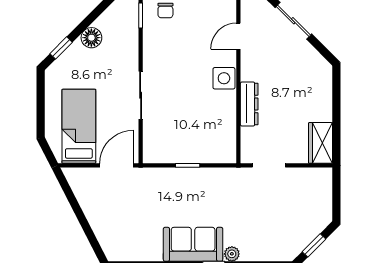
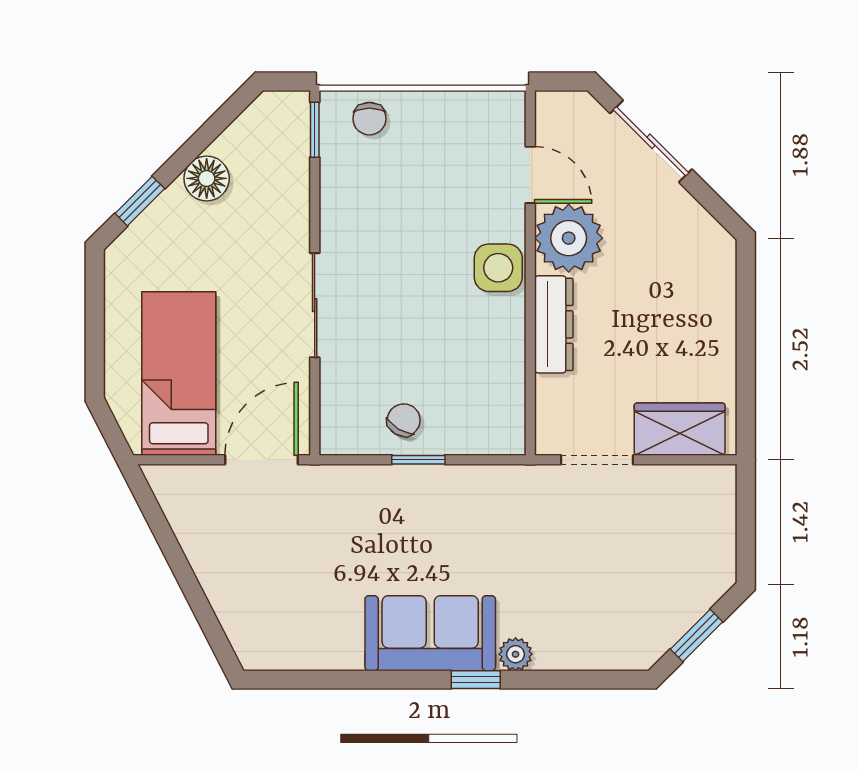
door: (238, 36) -> (530, 175), swing flipped
plant: (256, 65) -> (569, 238), added
wardrobe: (320, 143) -> (680, 429), moved, turned 90
chair: (181, 147) -> (404, 420), added

